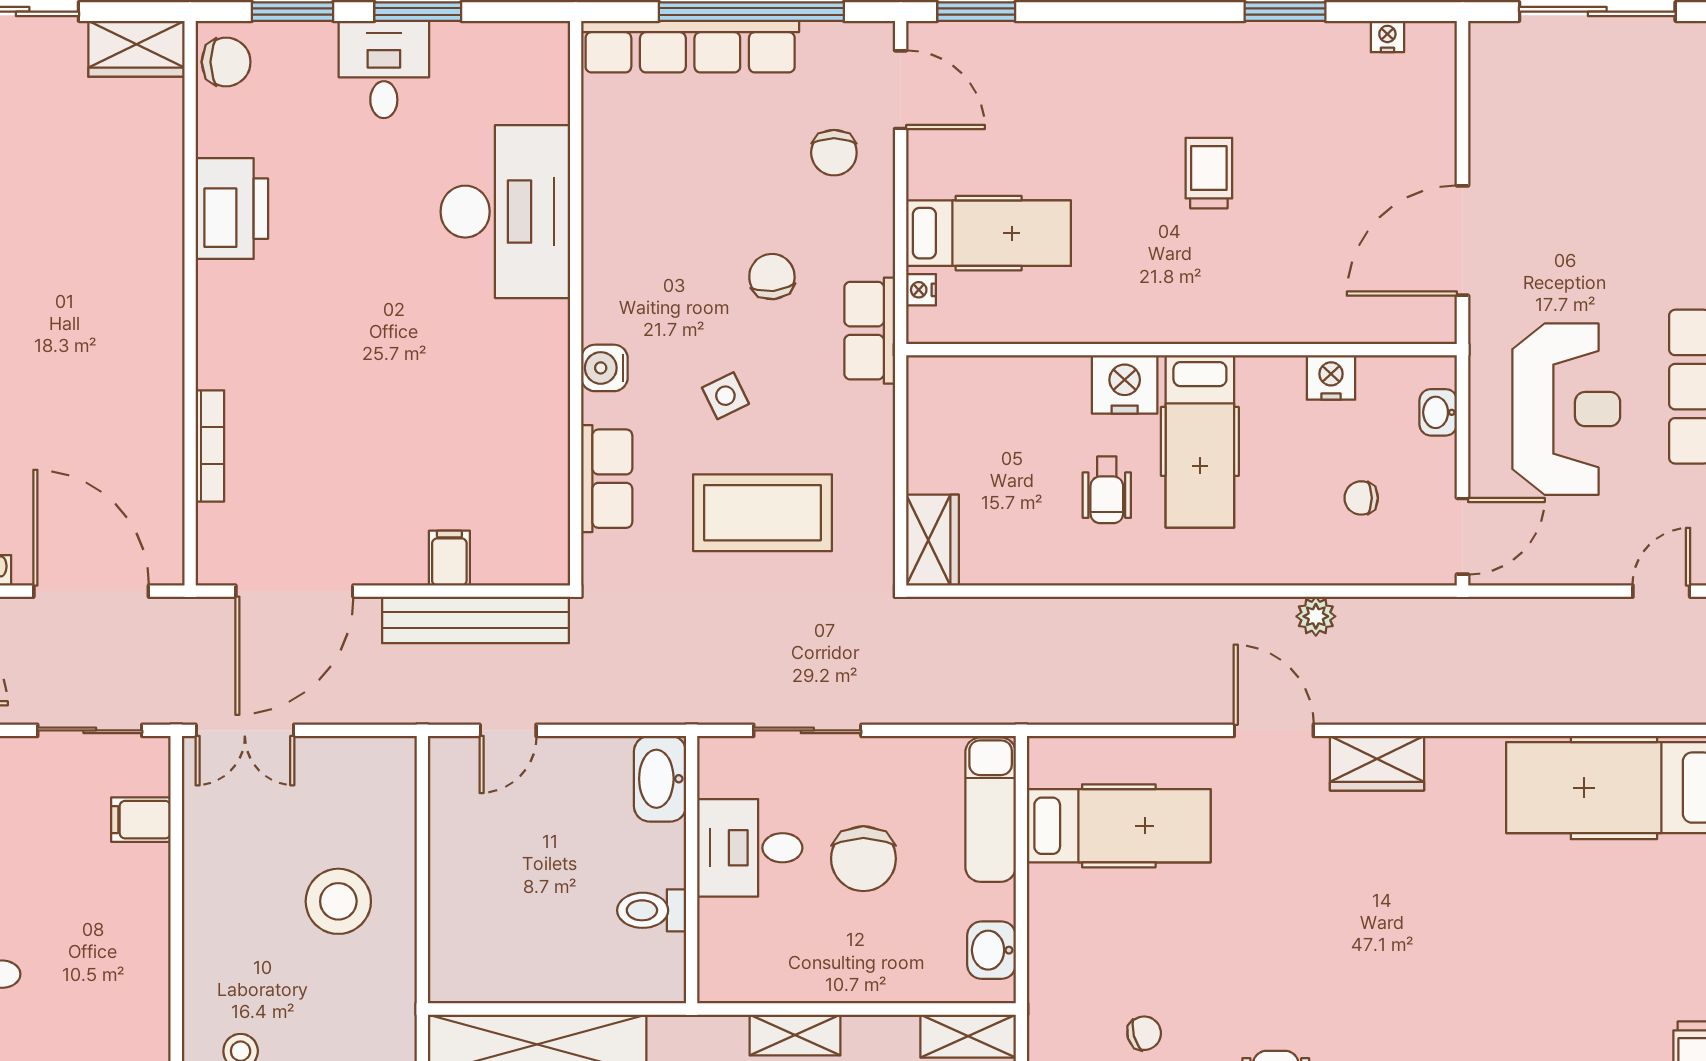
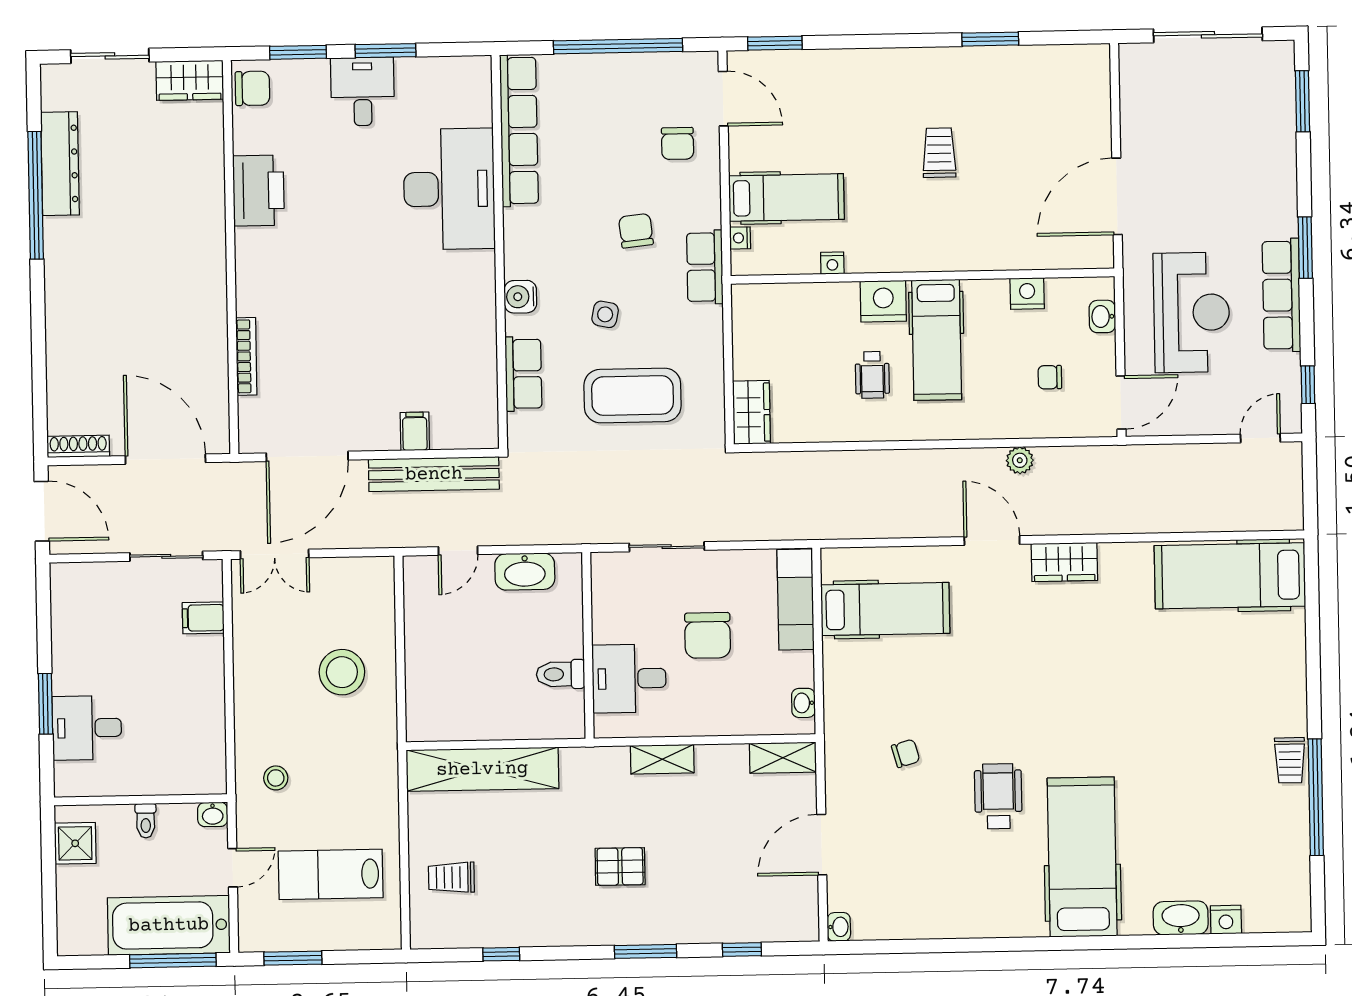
nightstand: (1387, 36) -> (832, 263), moved, turned 180
row of seats: (690, 47) -> (519, 131), moved, turned -90
side table: (725, 396) -> (605, 314), turned 38
washbasin: (660, 779) -> (525, 572), moved, turned -90
desk: (750, 848) -> (629, 679), moved
washbasin: (991, 950) -> (803, 703), width x0.72, depth x0.69

